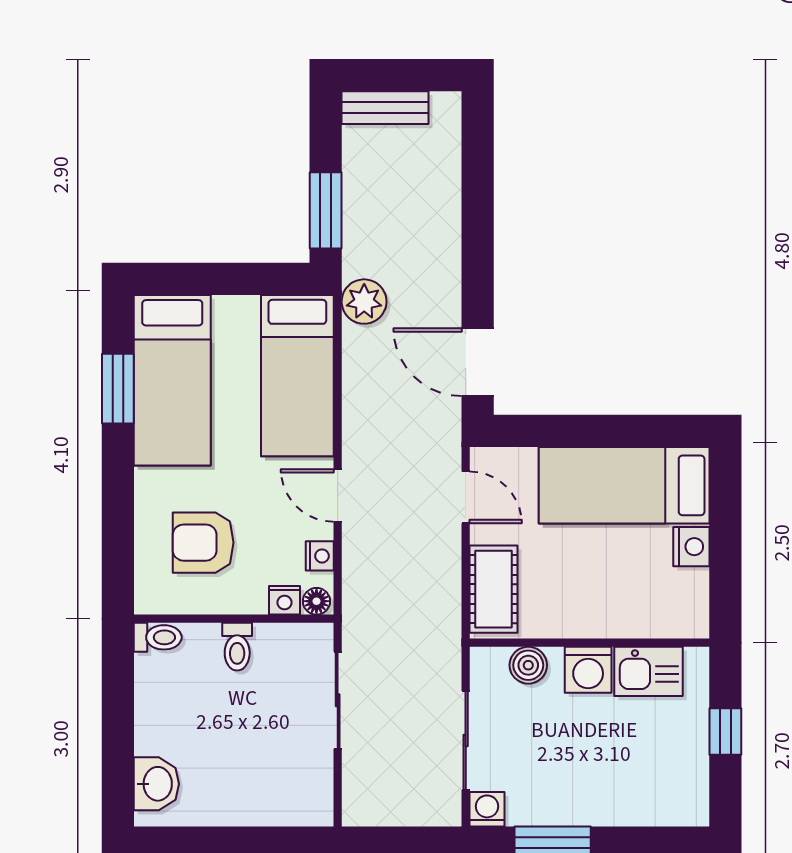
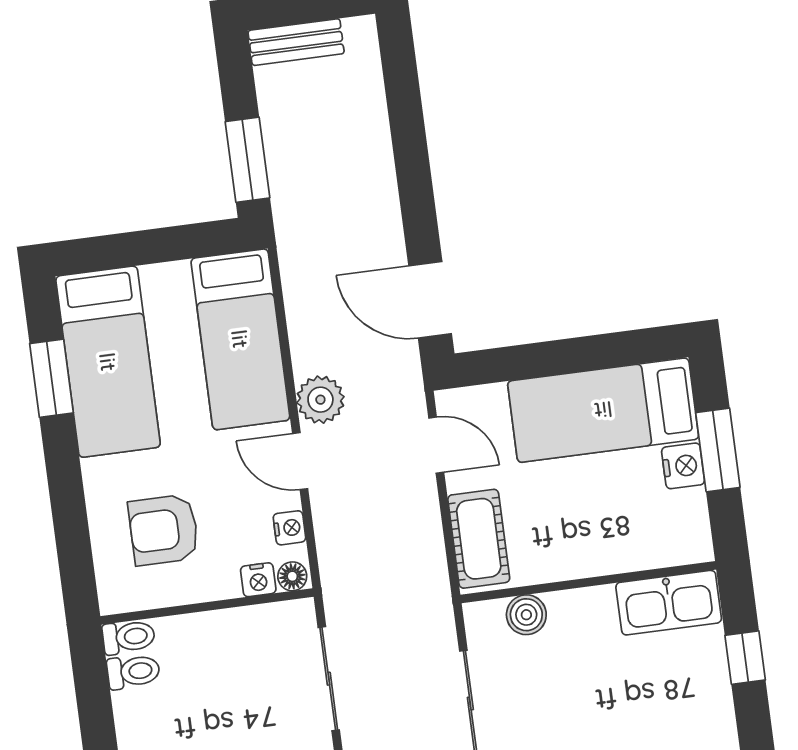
plant: (364, 302) -> (320, 400), moved
window: (725, 536) -> (718, 450), added
toilet: (237, 647) -> (133, 672), moved, turned -90
washing machine: (588, 670) -> (591, 611), removed
kitchen sink: (649, 671) -> (669, 603), width x1.38

